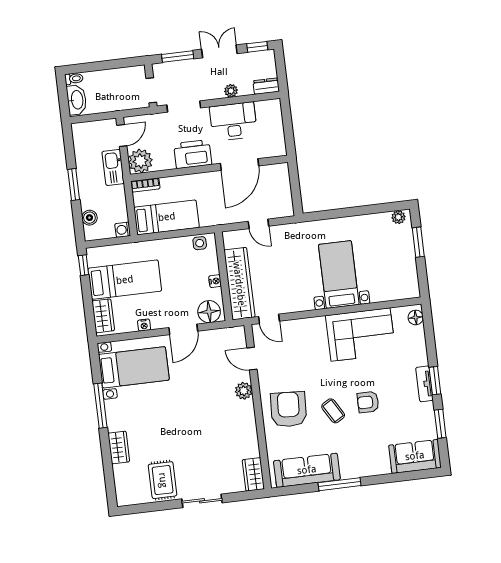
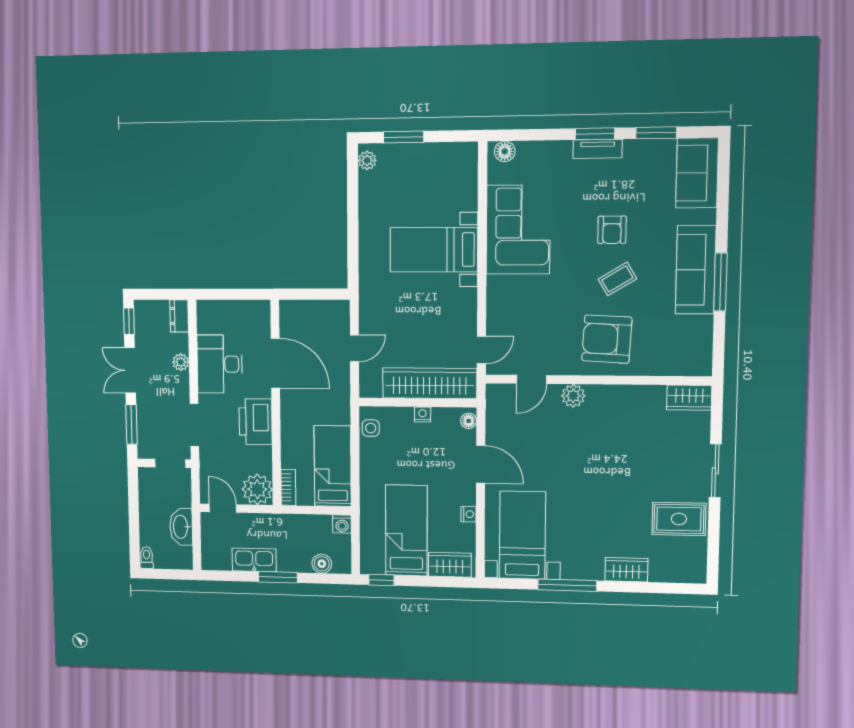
washbasin: (77, 100) -> (181, 527), moved, turned -90
kitchen sink: (113, 167) -> (254, 560), moved, turned 180
floor lamp: (209, 312) -> (469, 421), width x0.53, depth x0.53
sofa: (307, 470) -> (696, 270), moved

